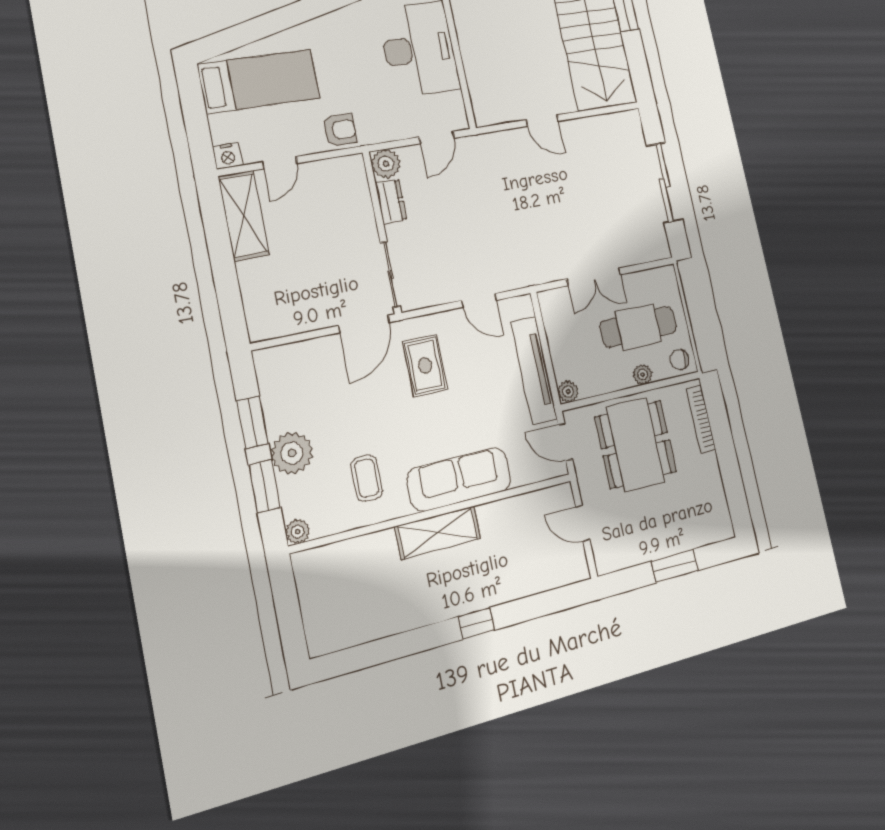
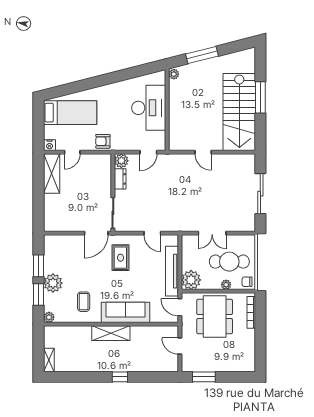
armchair: (340, 130) -> (103, 141), turned 180
plant: (568, 392) -> (191, 280), width x1.88, depth x1.88
window: (675, 566) -> (204, 377), moved
shelving: (316, 629) -> (49, 360), added

